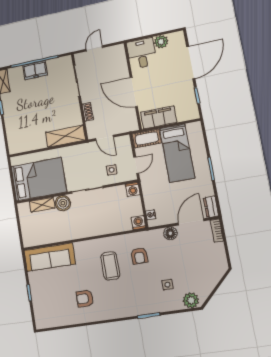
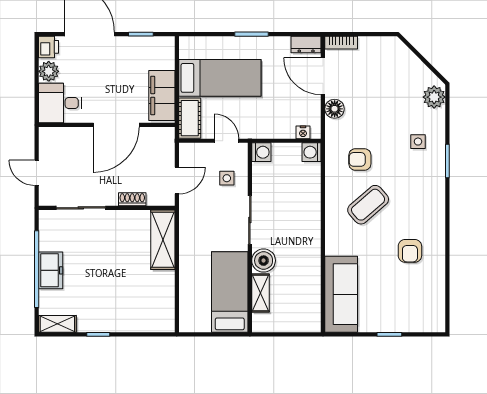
printer: (177, 38) -> (48, 47), added
bed: (39, 179) -> (230, 292), width x0.67
armchair: (139, 256) -> (360, 159), turned 180
coffee table: (110, 266) -> (368, 205), turned -41
side table: (167, 285) -> (418, 142), moved

